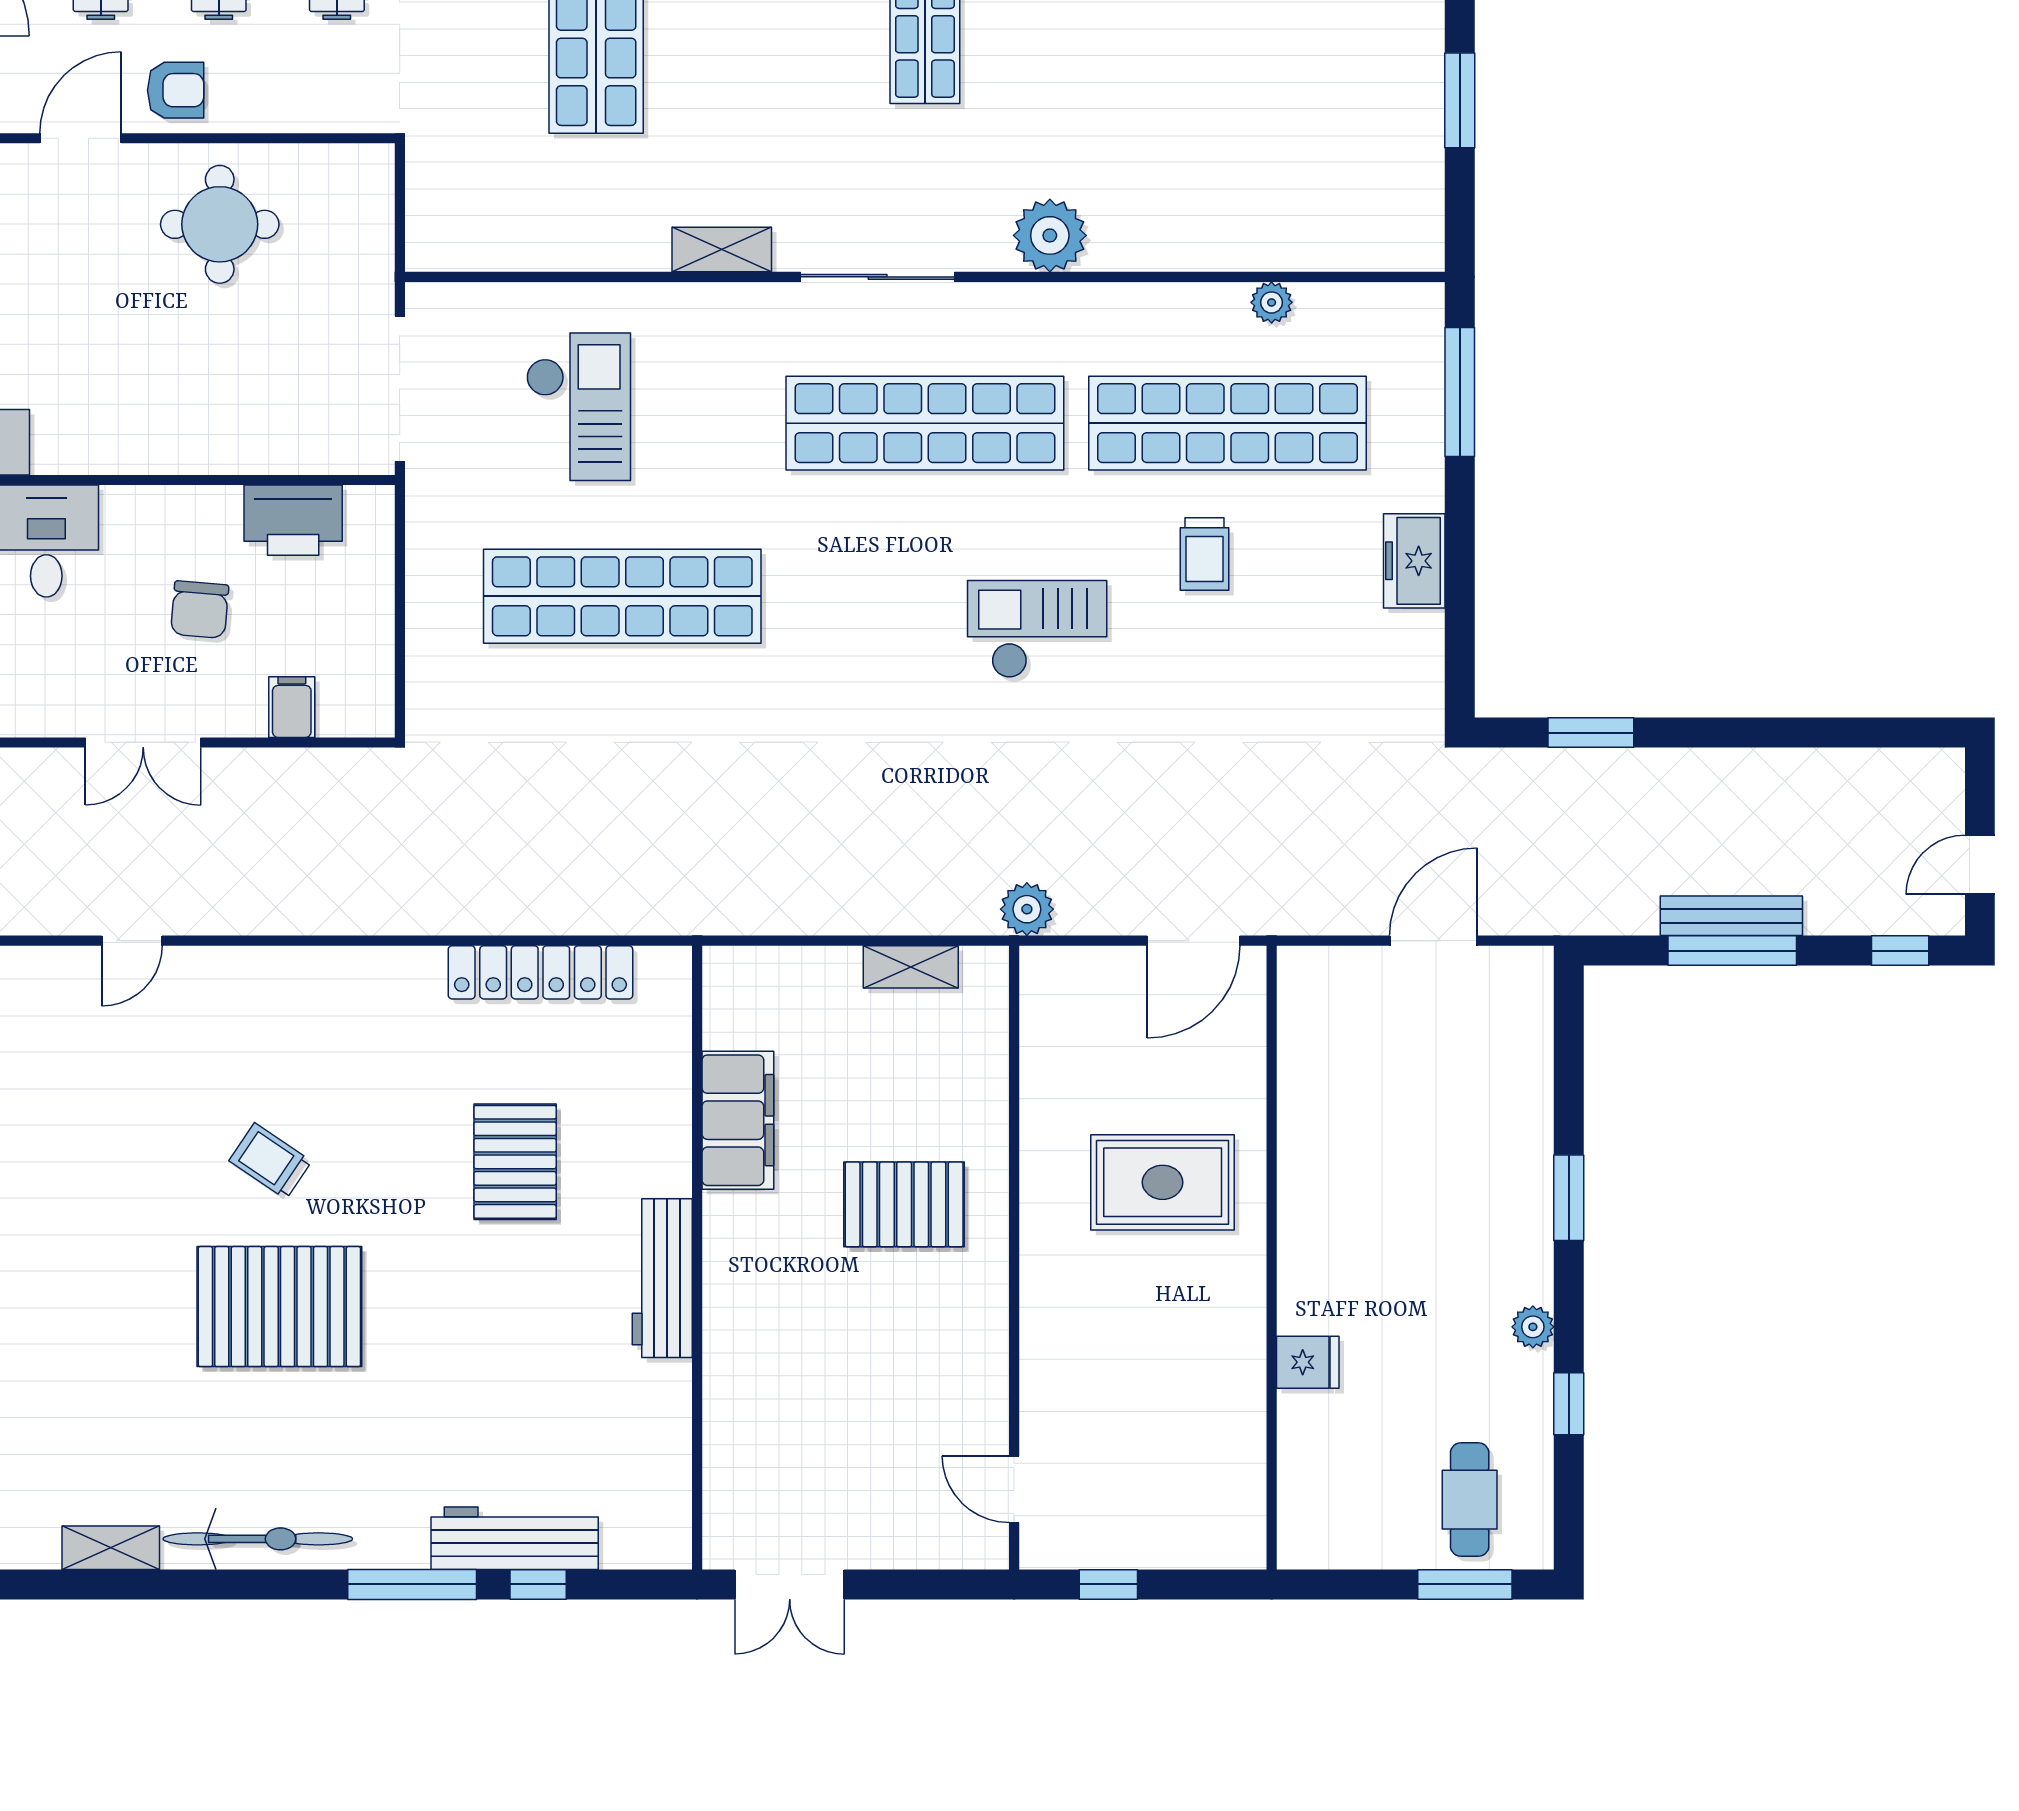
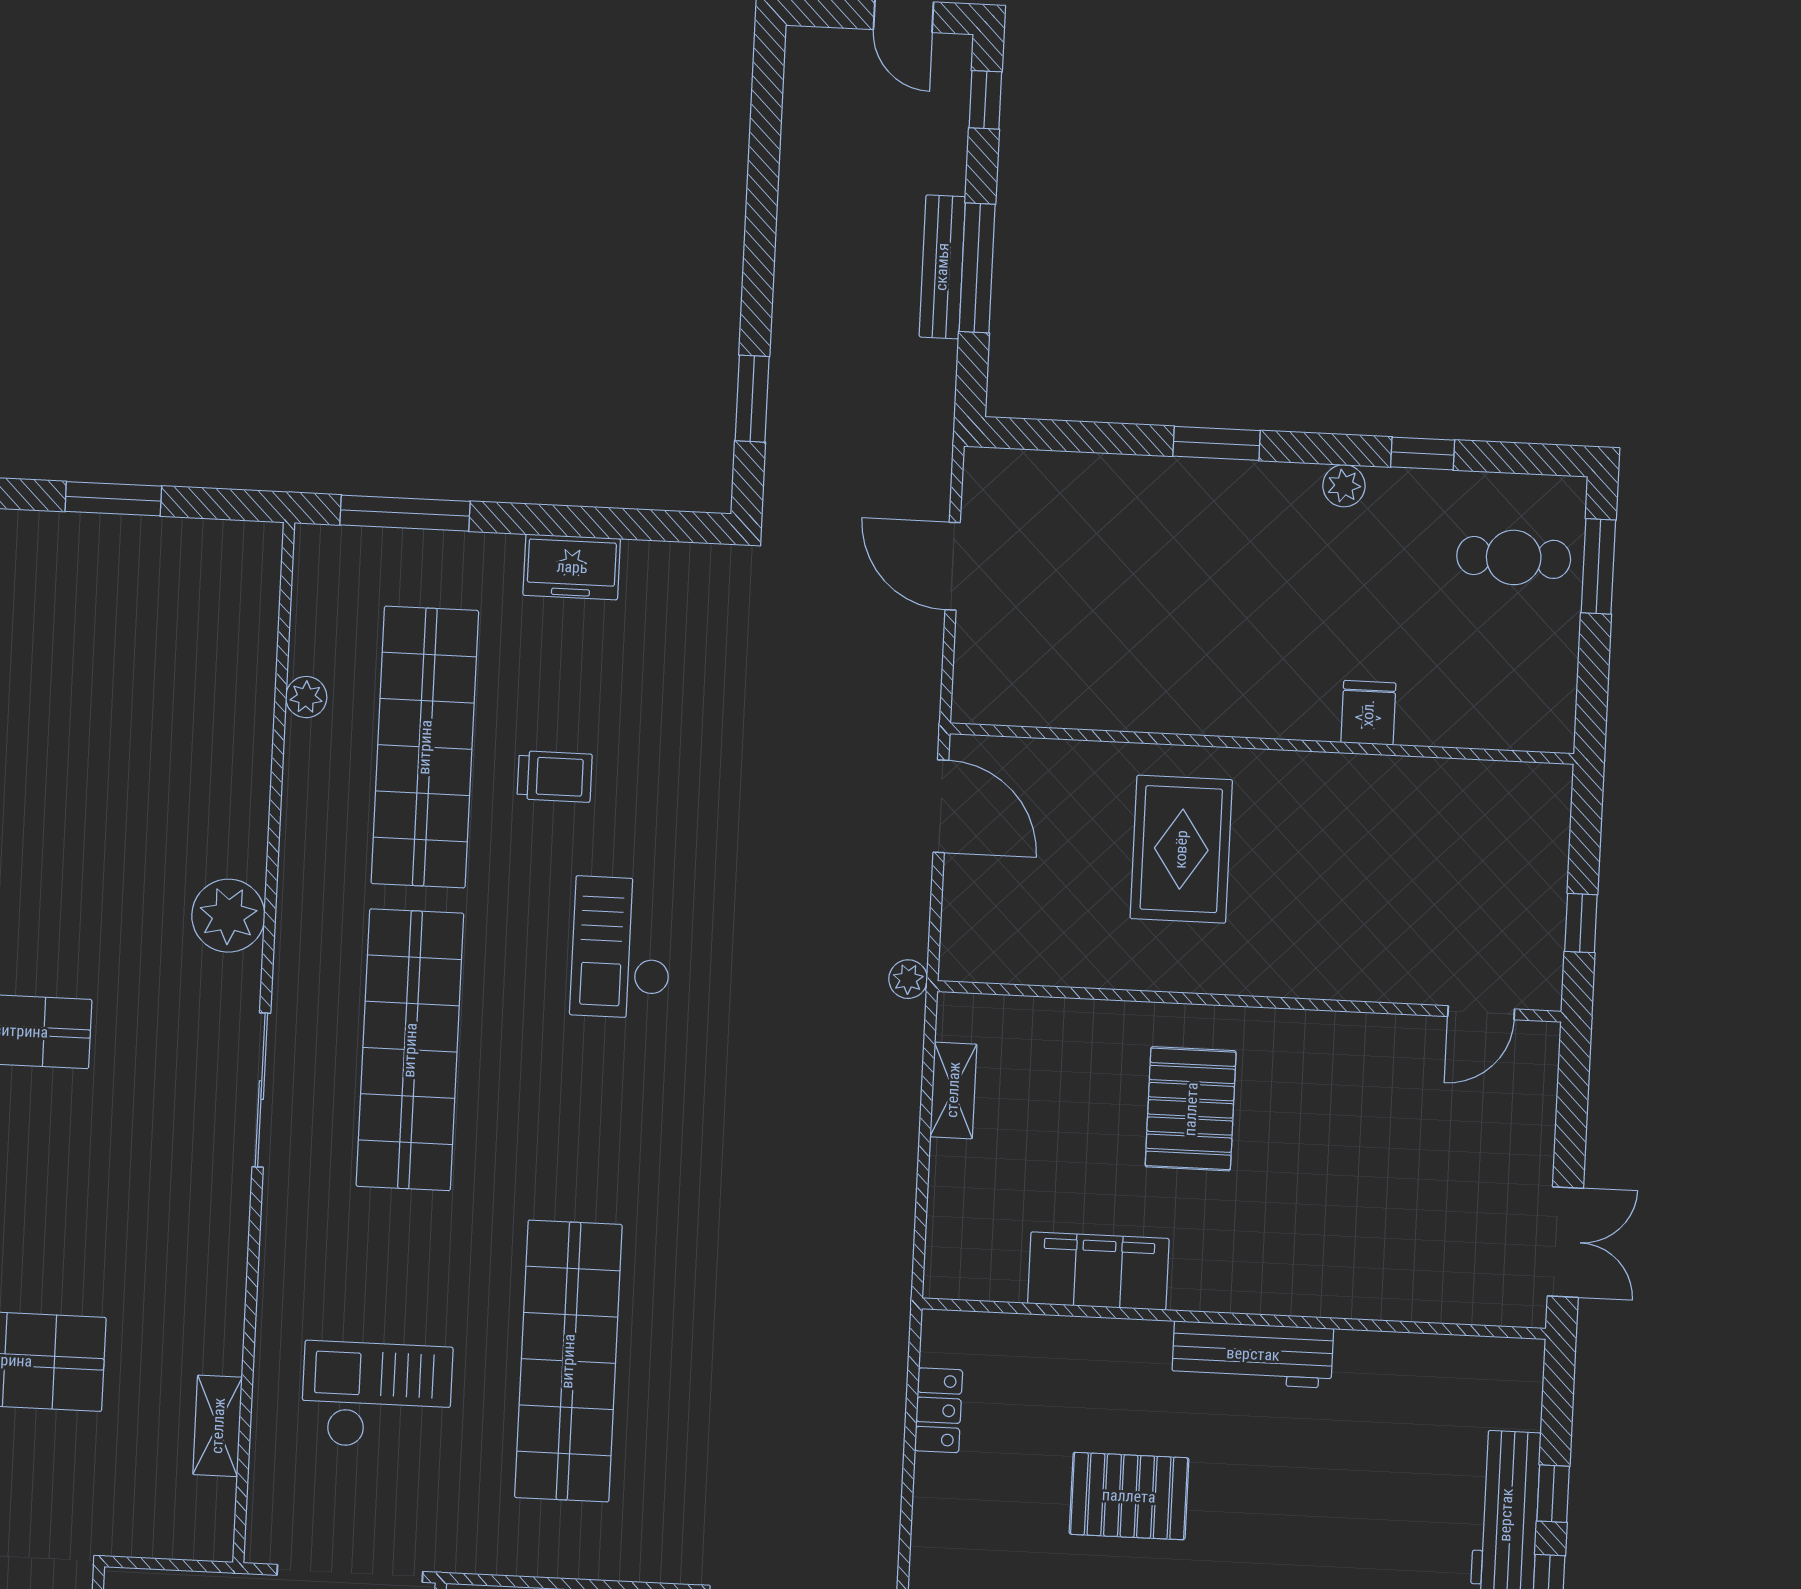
shelving: (722, 250) -> (218, 1426), moved
plant: (1027, 909) -> (908, 979), width x0.73, depth x0.73
locker: (540, 972) -> (939, 1410), width x0.46, depth x0.83

